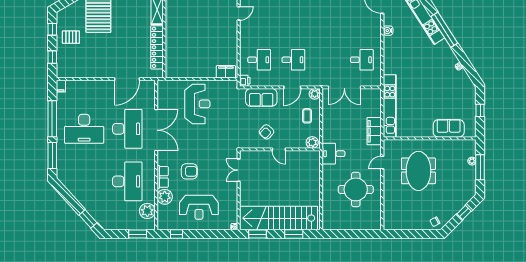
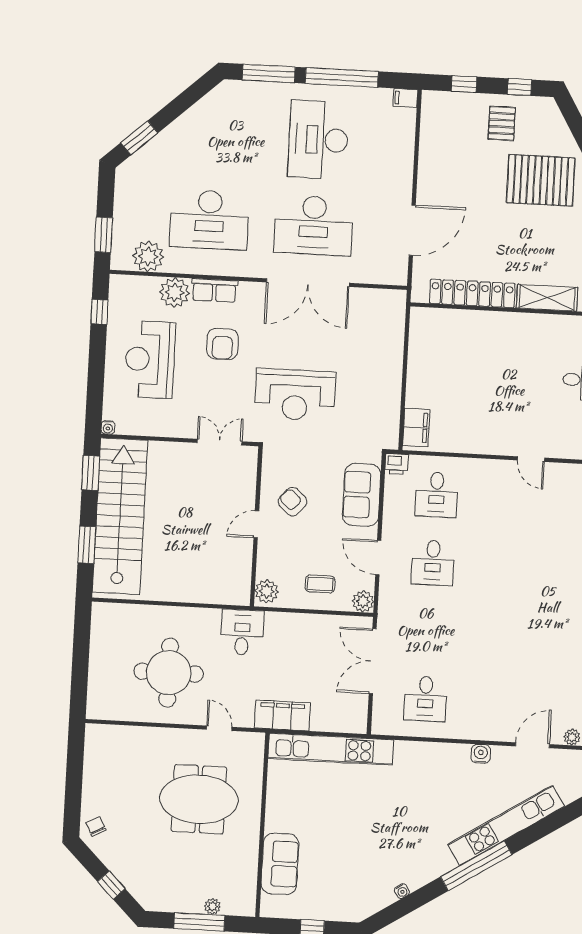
door: (127, 79) -> (412, 230), swing flipped
reception desk: (197, 104) -> (295, 395), moved

